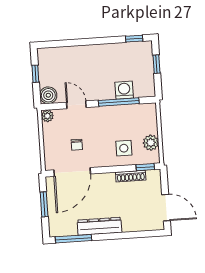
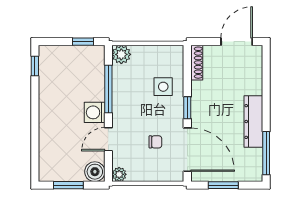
window: (157, 64) -> (83, 42), moved
window: (35, 74) -> (68, 185), width x1.50
washing machine: (124, 90) -> (95, 112), moved
plant: (151, 143) -> (121, 54), moved
window: (145, 167) -> (187, 108), moved
shoe rack: (131, 176) -> (197, 63), moved

